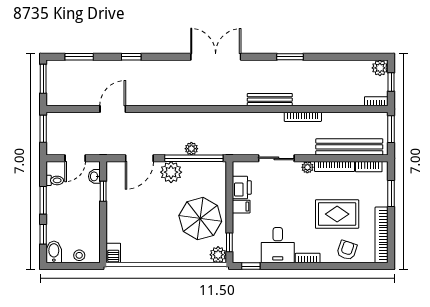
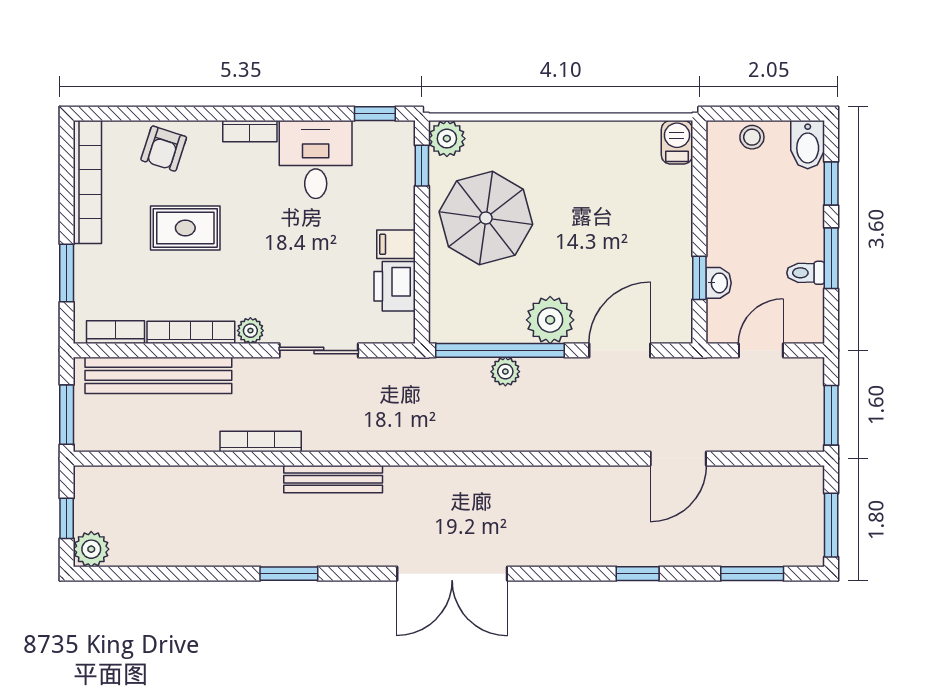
bookcase: (376, 101) -> (99, 476), removed
washbasin: (94, 176) -> (719, 283), moved
toilet: (55, 180) -> (806, 273), moved
rug: (337, 214) -> (185, 228), width x0.73, depth x0.70

